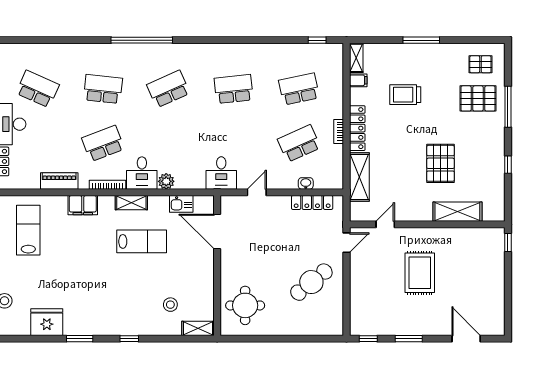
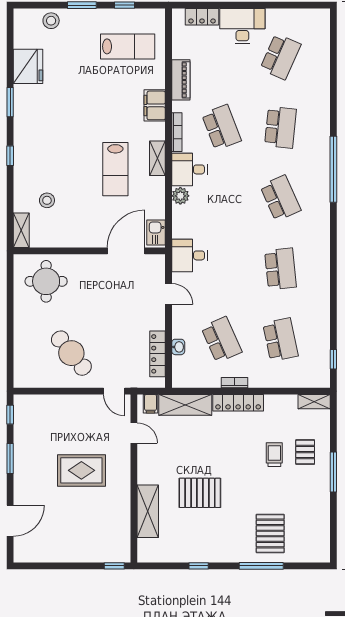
pallet: (480, 64) -> (305, 452), moved
filing cabinet: (358, 80) -> (151, 404), moved
trolley: (405, 95) -> (274, 455), width x0.73, depth x0.72
kitchen sink: (181, 204) -> (156, 233), moved

